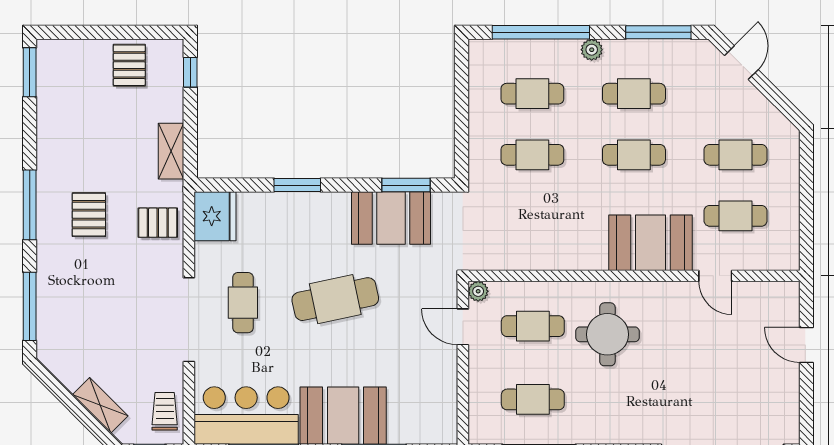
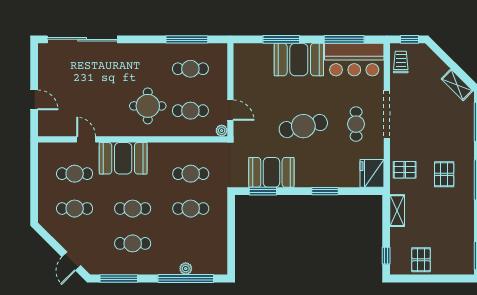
plant: (592, 50) -> (186, 269), moved
cafe table: (532, 94) -> (191, 174), moved
shelving: (100, 405) -> (457, 85), moved
trolley: (165, 411) -> (401, 62), turned 180

